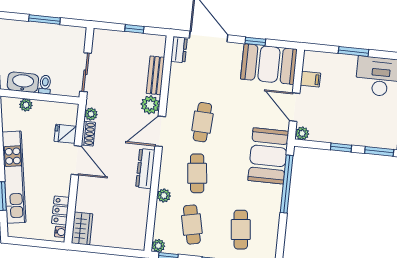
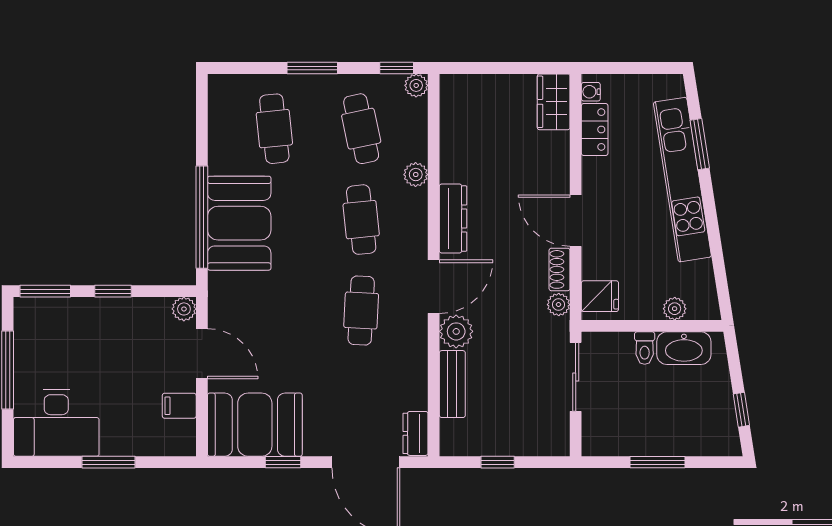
fridge: (65, 134) -> (600, 296), moved
booth: (268, 156) -> (239, 223), moved

